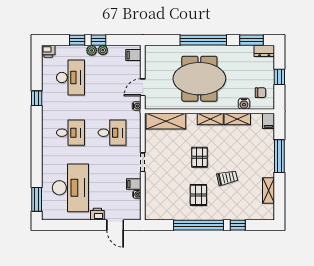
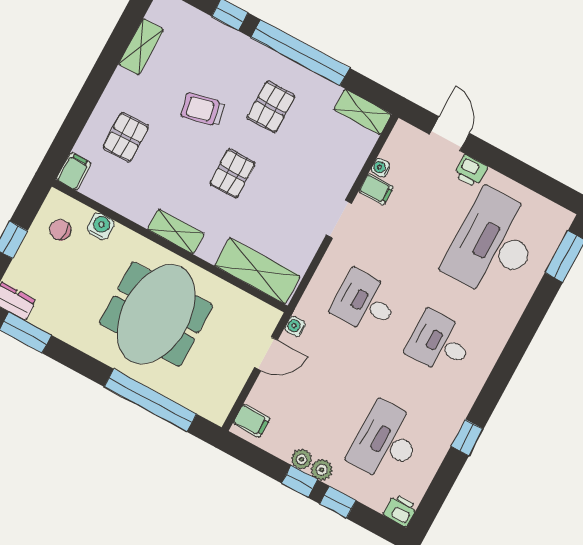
window: (203, 40) -> (150, 400), moved
meeting table: (199, 79) -> (156, 314), turned 90
shelving: (237, 119) -> (363, 112), moved
pallet: (254, 148) -> (126, 137), added
window: (279, 156) -> (88, 98), removed

